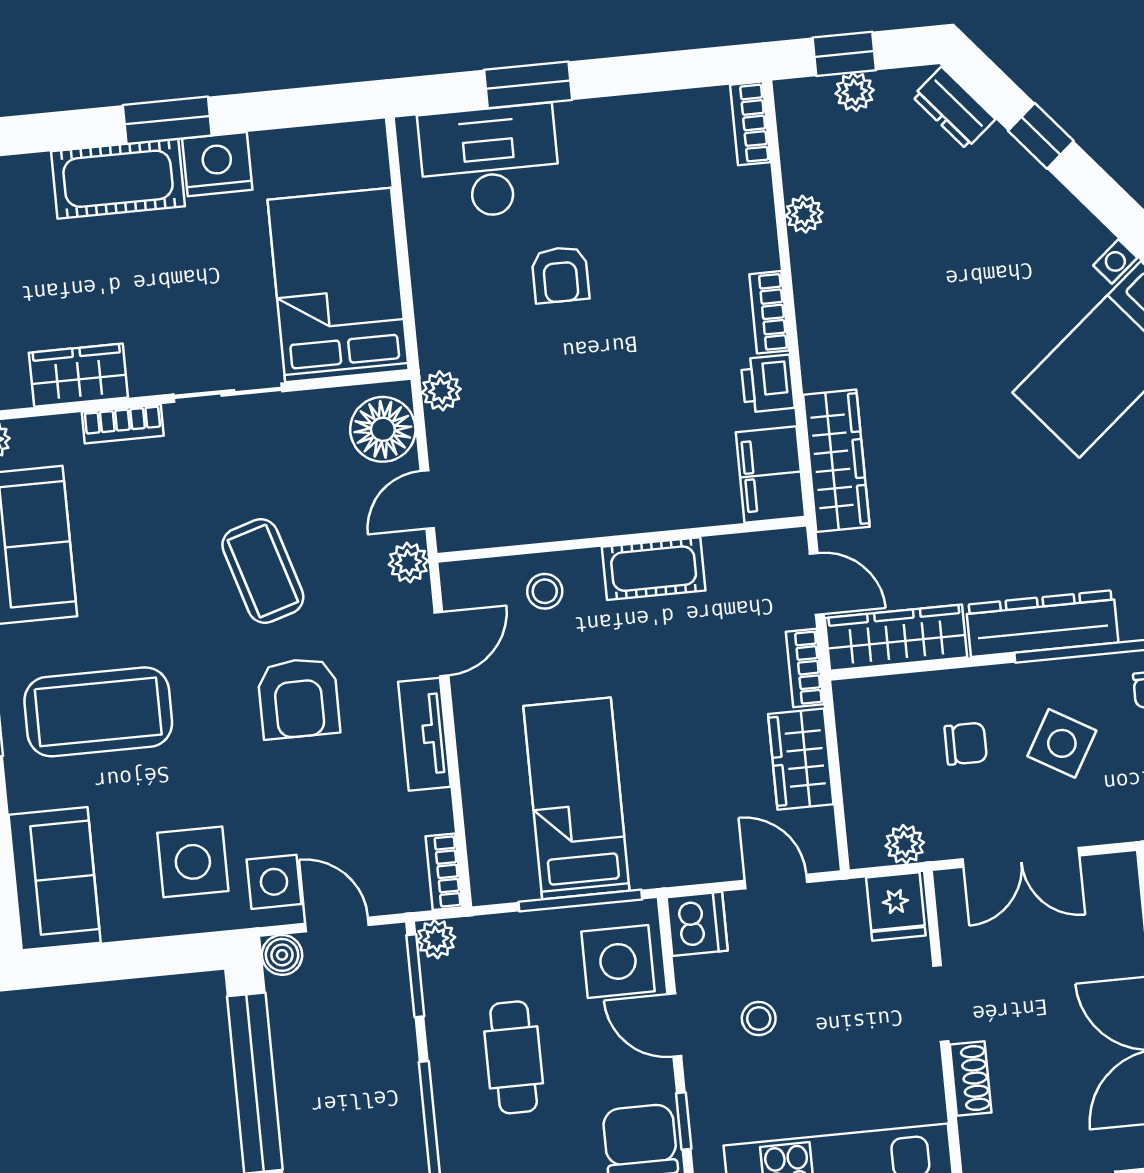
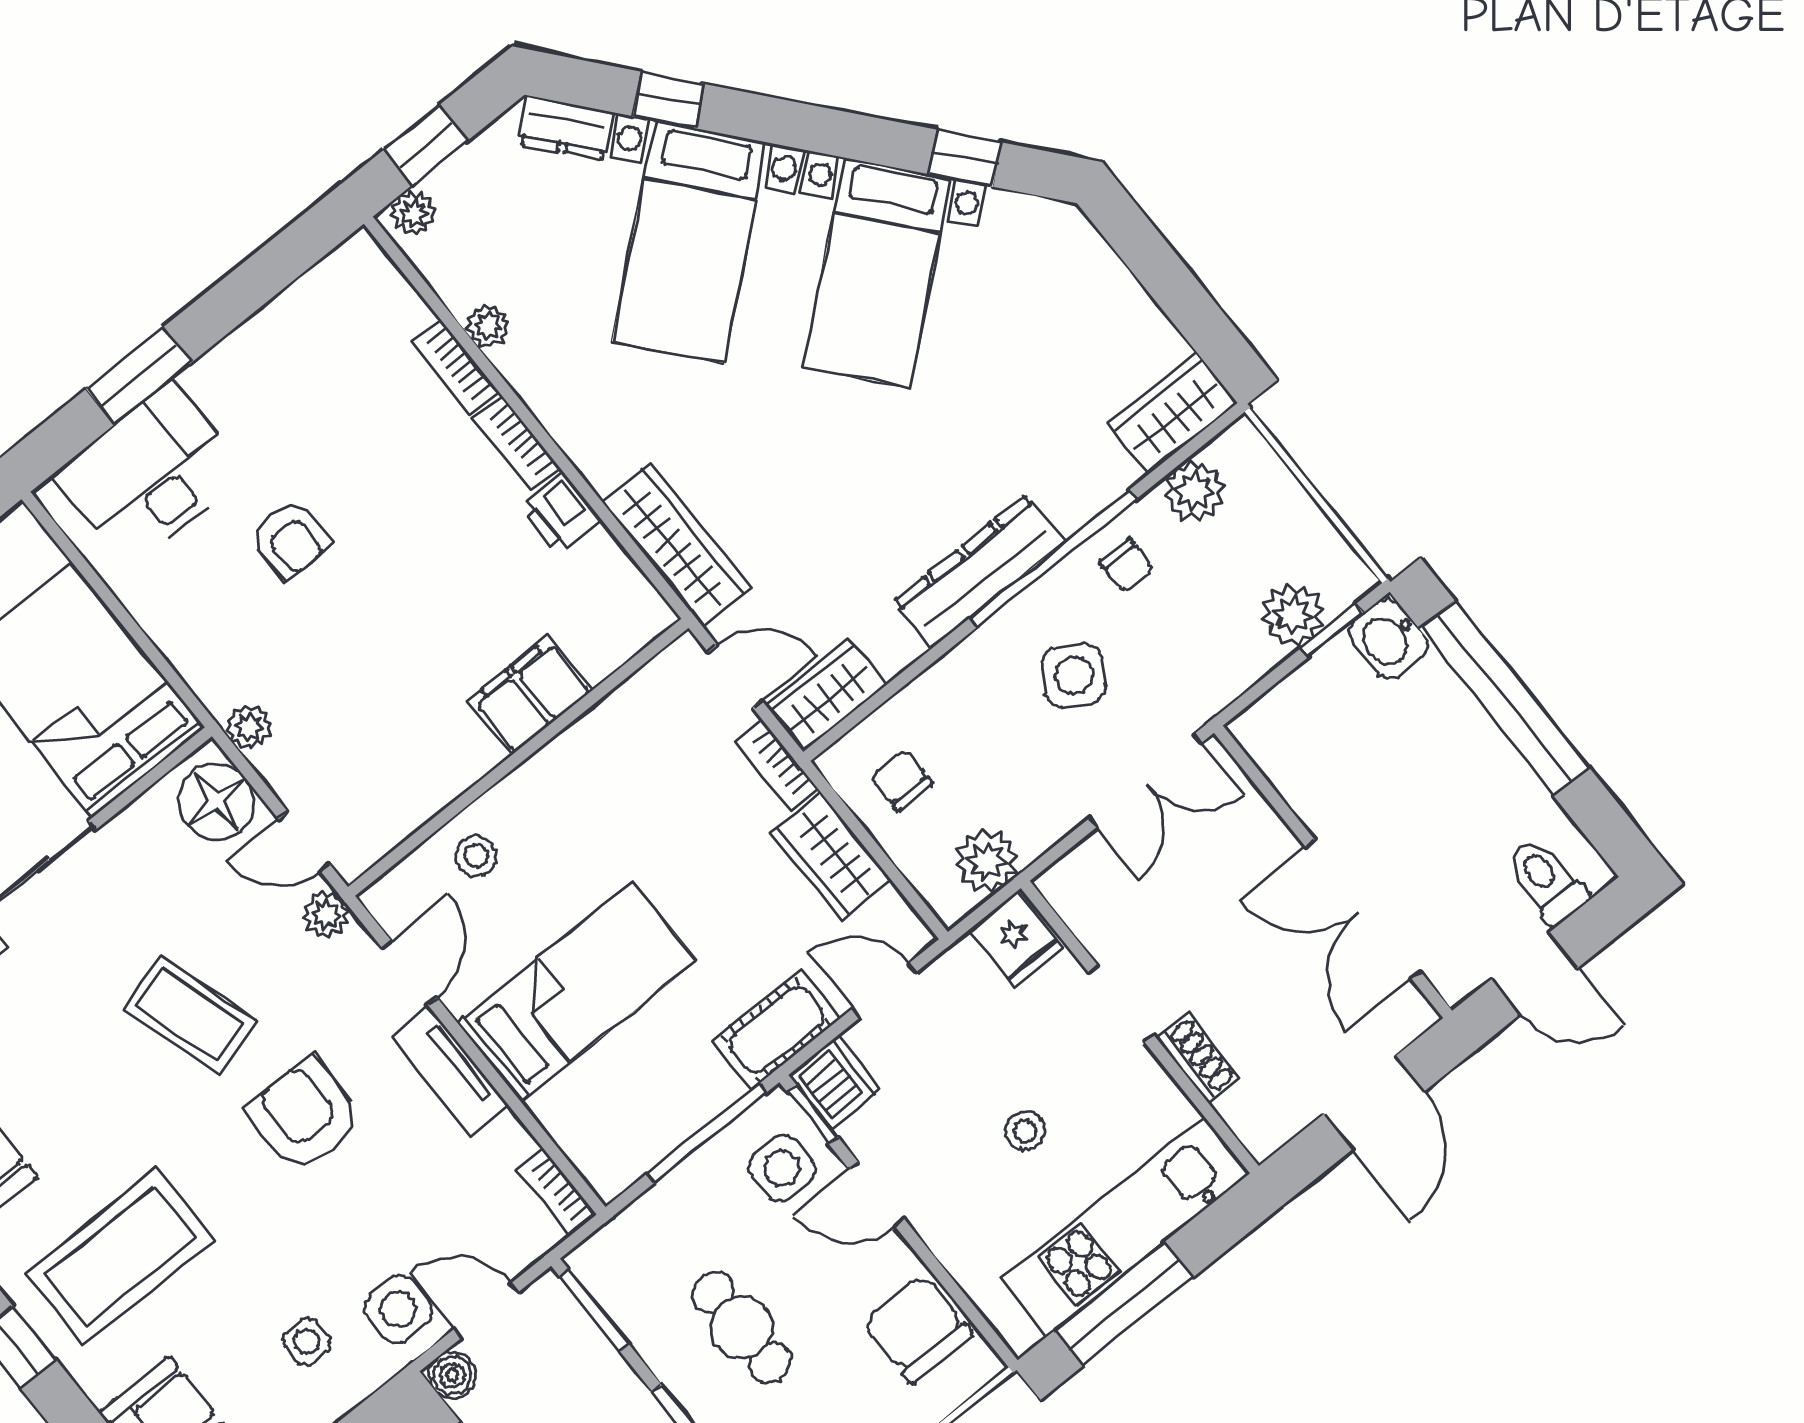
plant: (855, 92) -> (413, 213), moved
bookcase: (750, 123) -> (455, 367), moved
bed with nightstands: (989, 249) -> (690, 242), added
filing cabinet: (771, 475) -> (530, 695), moved, turned 90
door: (427, 500) -> (304, 842), hinge flipped
cot: (654, 569) -> (777, 1030), moved
wardrobe: (896, 638) -> (825, 695), width x0.67
armchair: (299, 698) -> (305, 1116), turned 180
chair: (966, 744) -> (902, 780), moved, turned -90
bed: (576, 798) -> (577, 992), moved, turned 90
plant: (905, 844) -> (987, 861), width x1.38, depth x1.38
double door: (1021, 857) -> (1145, 781), moved
side table: (193, 862) -> (307, 1341), width x0.54, depth x0.54
plant: (436, 939) -> (591, 1262), removed
side table: (618, 961) -> (782, 1168), width x0.73, depth x0.73
stool: (759, 1019) -> (1025, 1131), moved
window: (684, 1121) -> (813, 1115), moved

